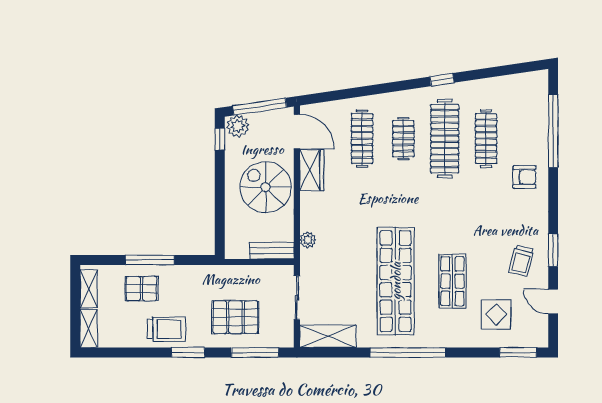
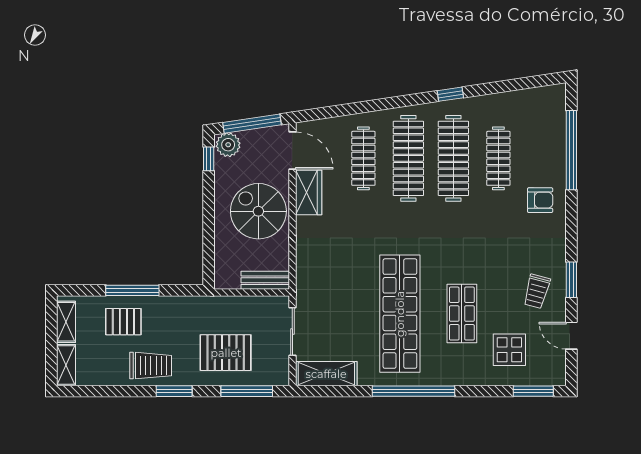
clothes rail: (403, 139) -> (408, 158), width x1.86, depth x1.31
plant: (308, 240) -> (304, 269), removed

